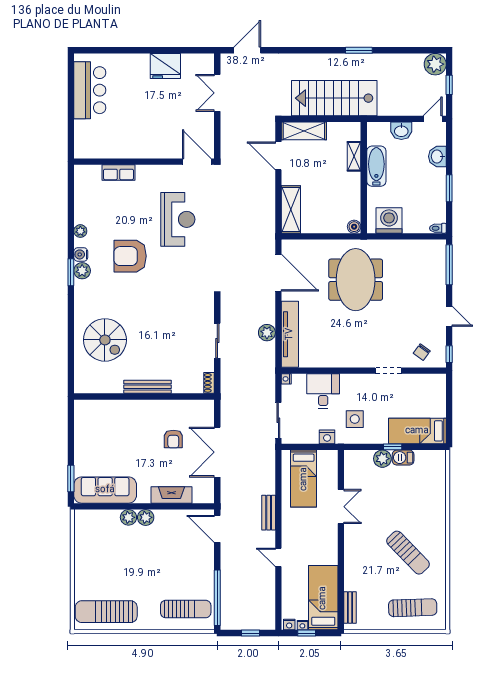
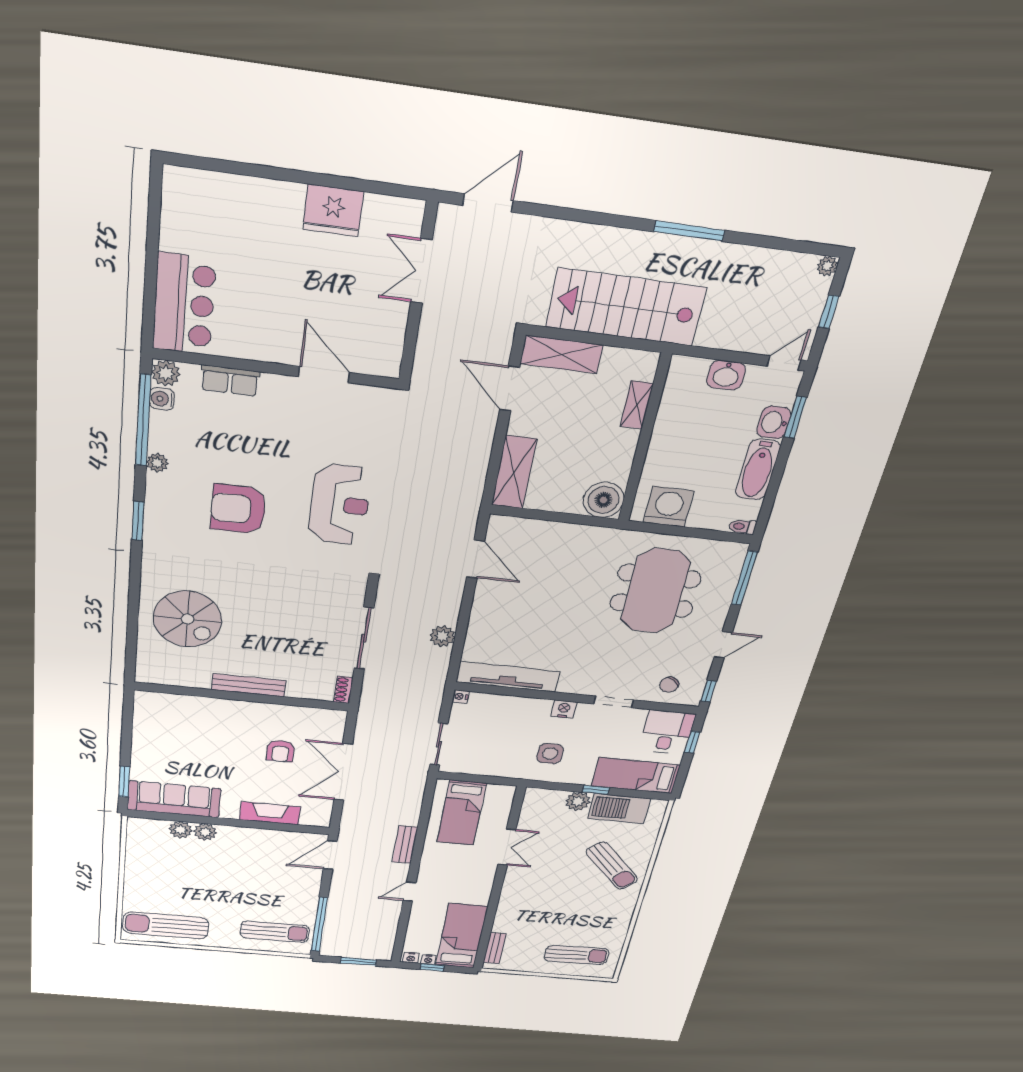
window: (359, 50) -> (689, 231), width x1.44
plant: (435, 64) -> (827, 266), width x0.53, depth x0.53
bar counter: (90, 90) -> (184, 304), moved
door: (197, 162) -> (324, 375), moved
bathtub: (376, 166) -> (758, 470), moved, turned 180
window: (449, 188) -> (795, 417), moved
window: (71, 204) -> (143, 420), added
reception desk: (178, 219) -> (340, 505), moved
boiler: (354, 227) -> (603, 500), width x1.86, depth x1.86
water cooler: (81, 254) -> (162, 399), moved
plant: (82, 271) -> (166, 373), moved
door: (278, 273) -> (476, 559), width x0.73
meeting table: (356, 280) -> (655, 591), moved
door: (449, 316) -> (723, 645), hinge flipped
tv unit: (290, 334) -> (508, 677), moved, turned -90
sliding door: (217, 341) -> (364, 638), width x1.37
desk: (323, 391) -> (667, 732), moved
window: (449, 398) -> (692, 742), added
nightstand: (327, 437) -> (564, 709), moved, turned 180
barbecue: (403, 458) -> (619, 808), width x1.88, depth x1.53
plant: (146, 517) -> (181, 830), moved
door: (217, 529) -> (330, 855), hinge flipped
sun lounger: (408, 553) -> (612, 866), moved
door: (278, 557) -> (409, 892), hinge flipped
window: (251, 633) -> (358, 961), width x1.50

